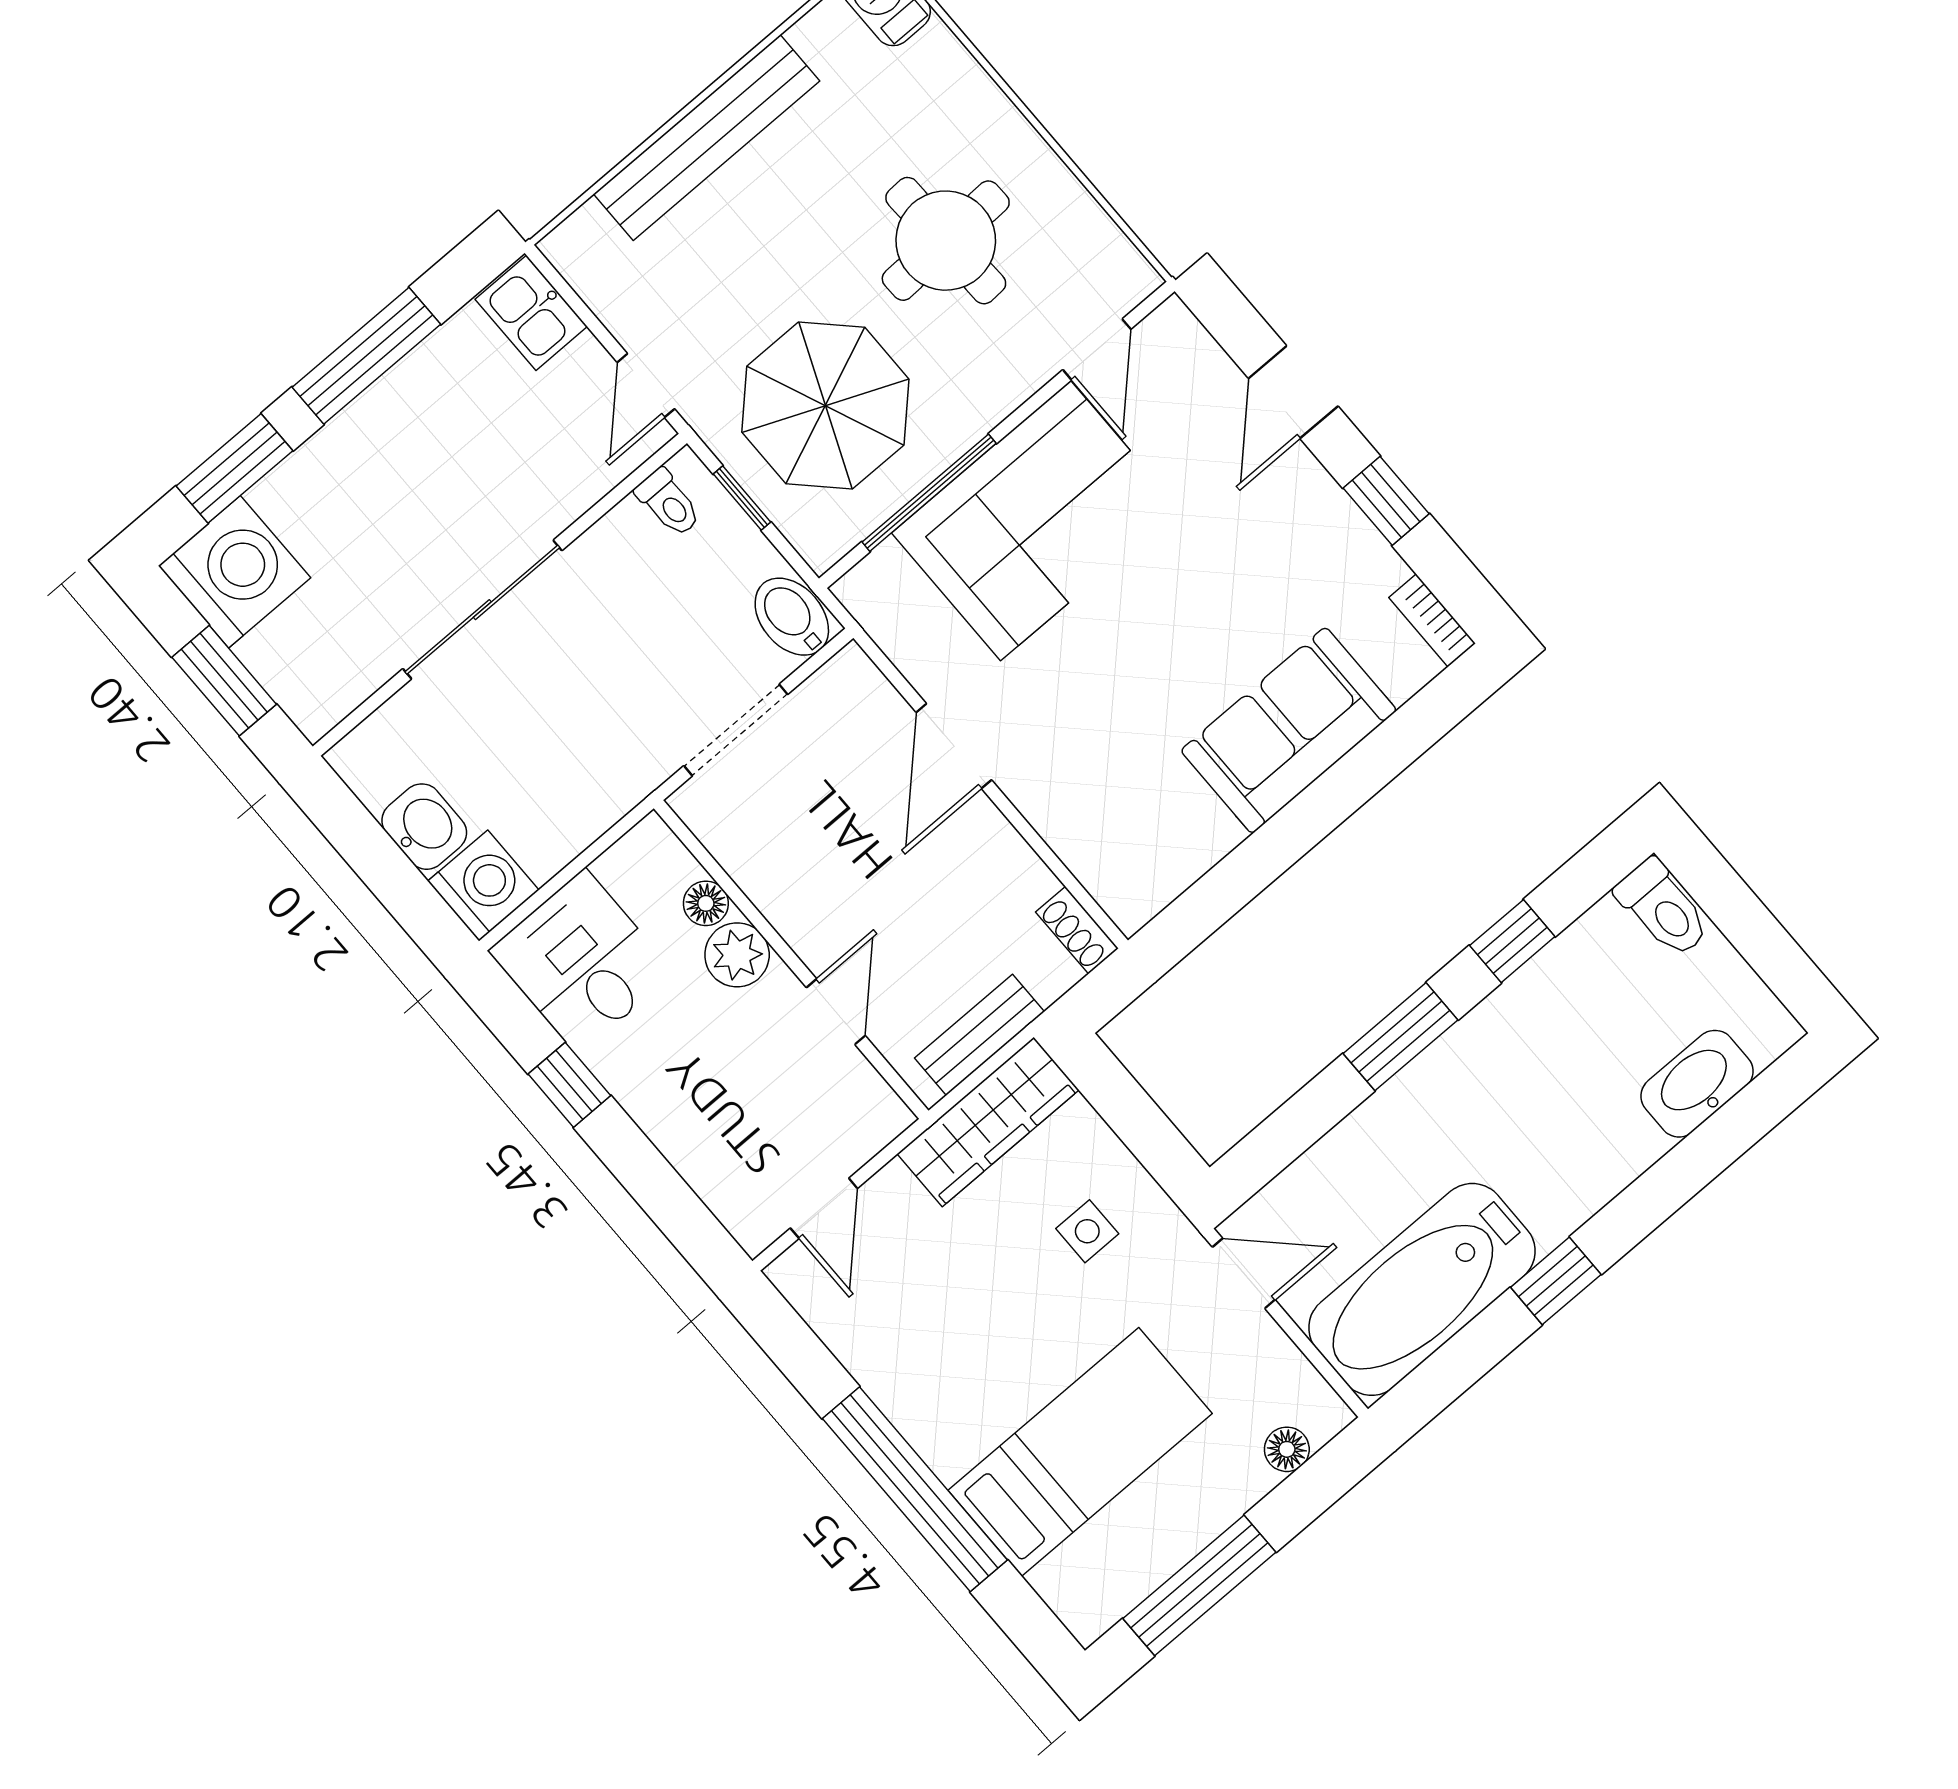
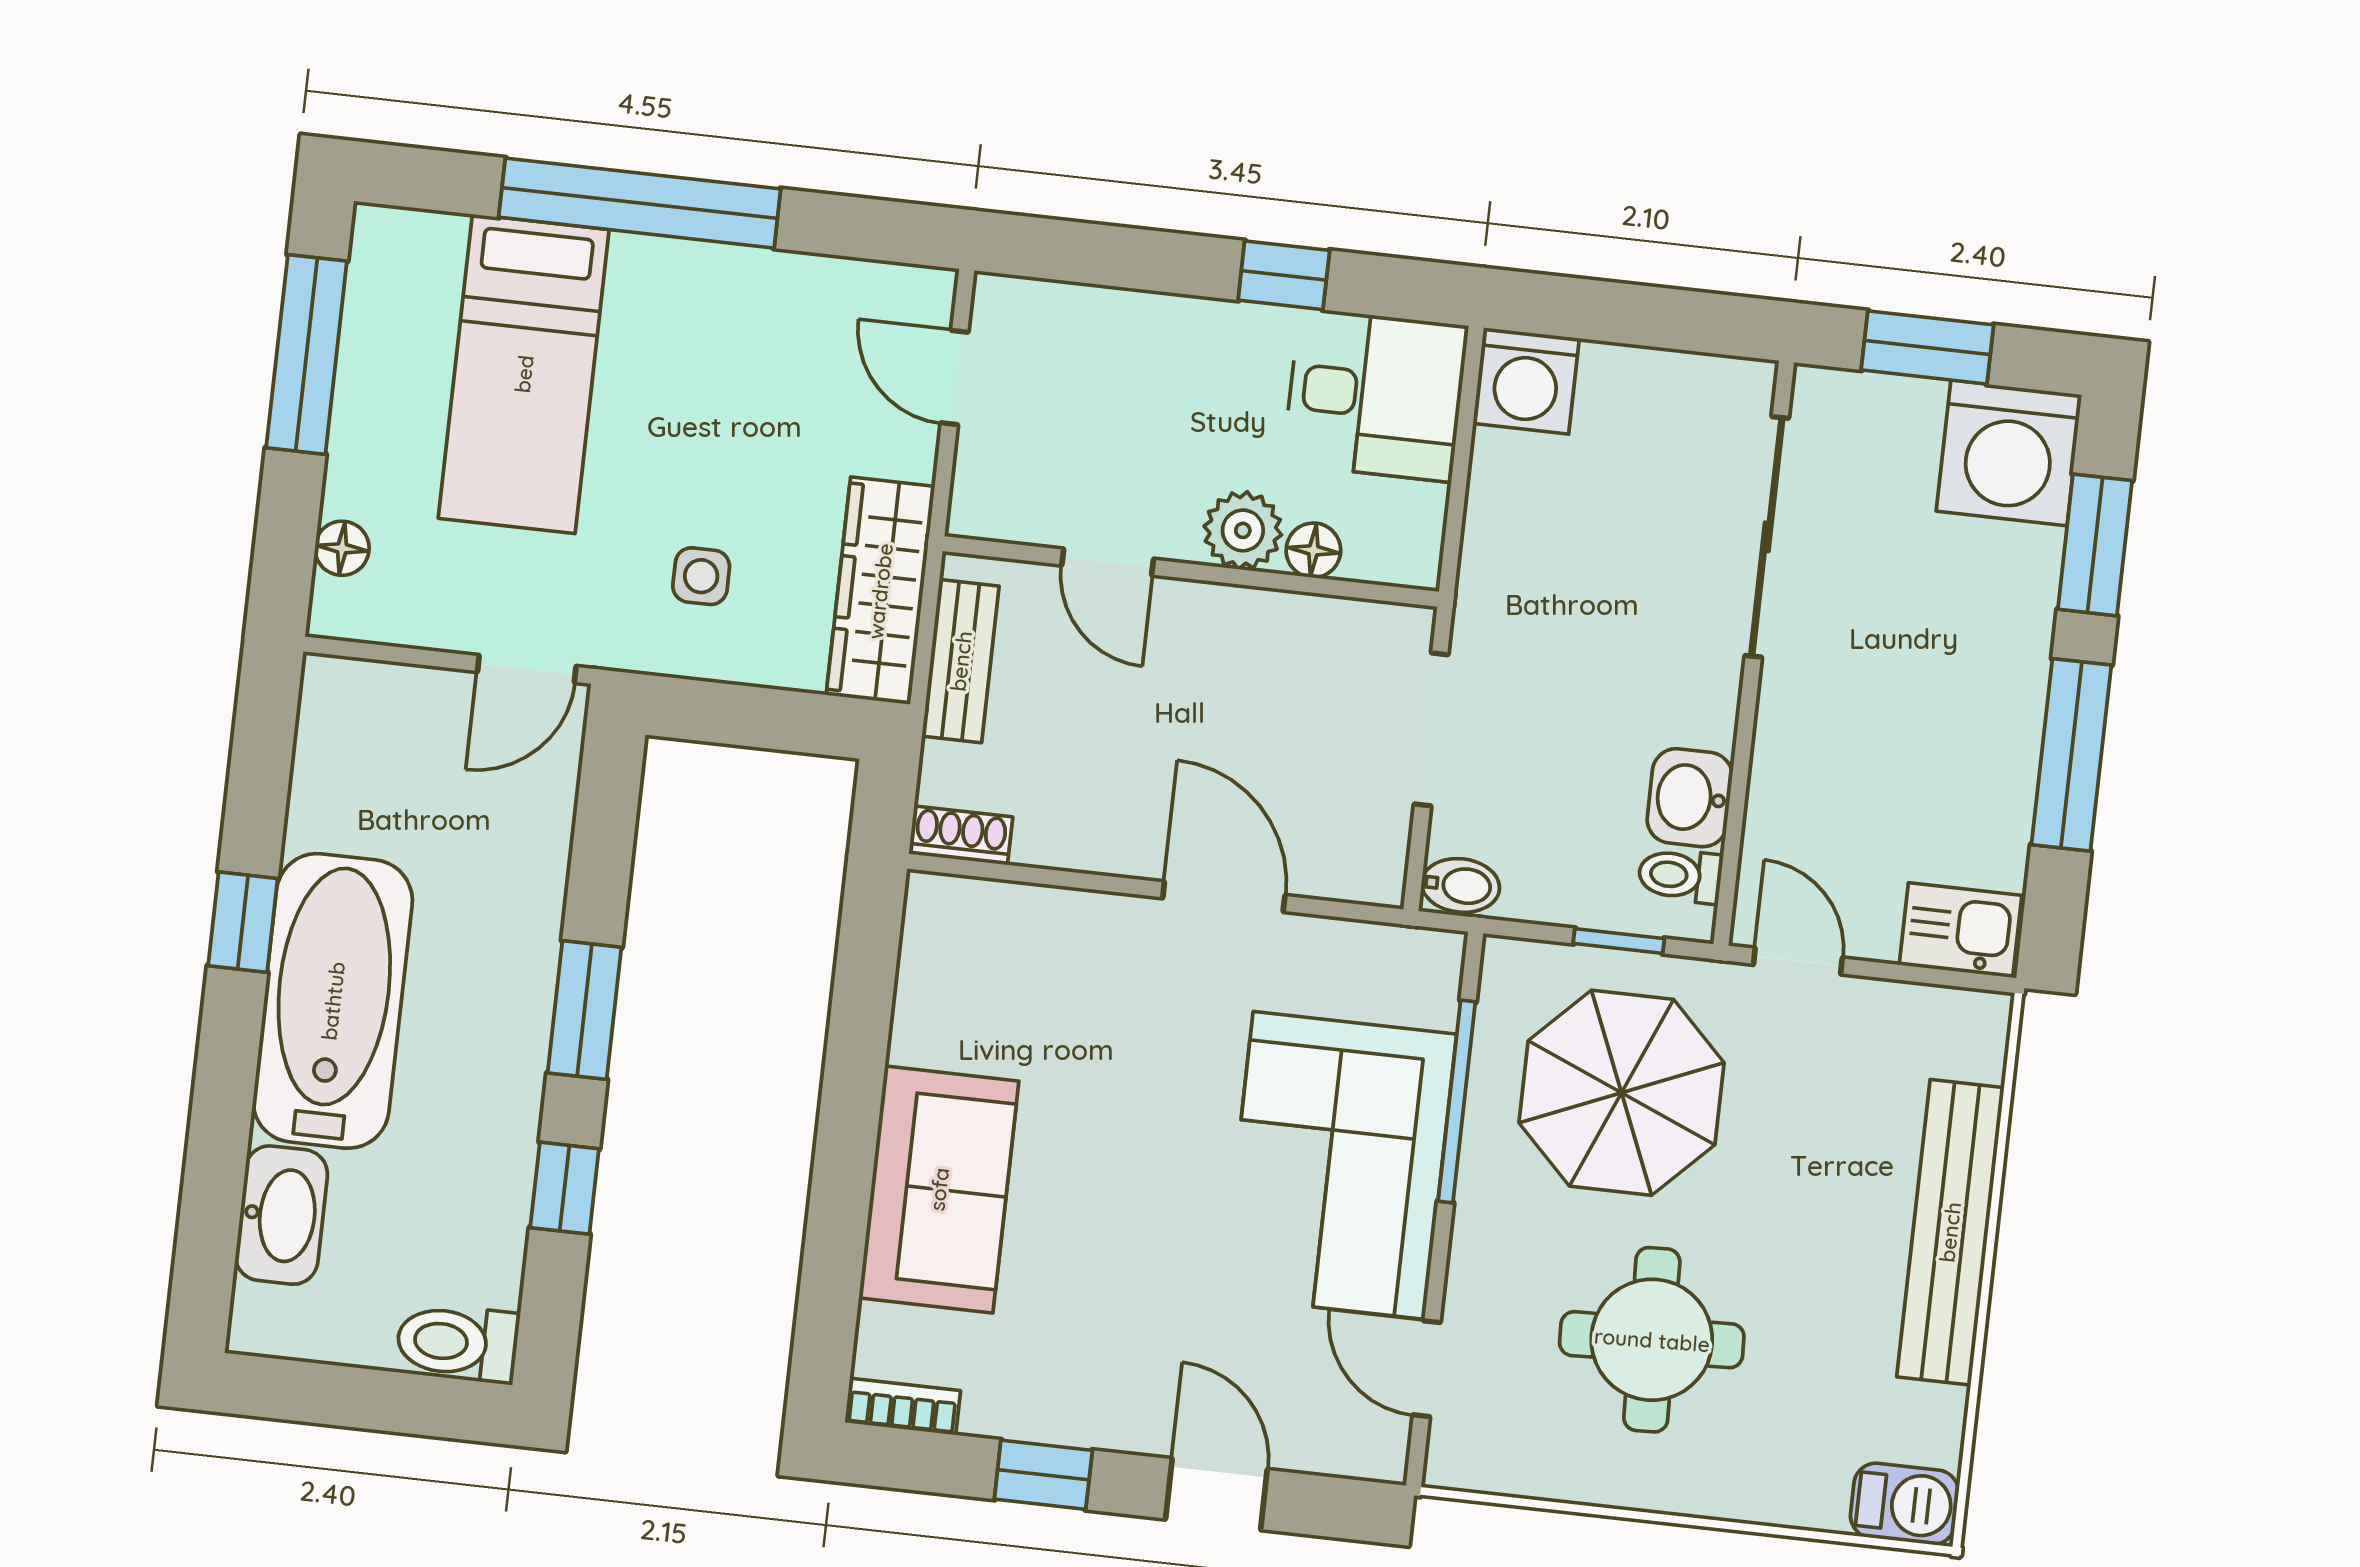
sliding door: (482, 610) -> (1767, 537), moved
bidet: (792, 617) -> (1461, 885), width x0.72, depth x0.74
washbasin: (424, 827) -> (1690, 798), moved, turned 90
bathtub: (1422, 1289) -> (333, 1001), moved

